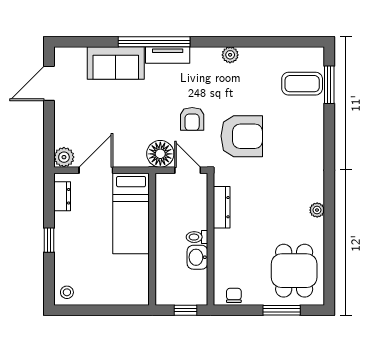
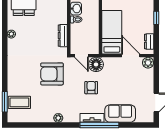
armchair: (192, 119) -> (91, 88), moved
door: (96, 170) -> (131, 56), swing flipped

